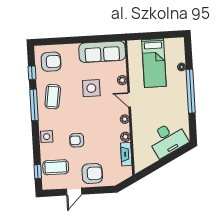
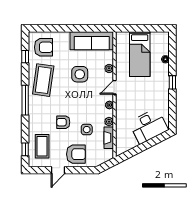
window: (191, 91) -> (172, 82), width x0.32
coffee table: (53, 97) -> (43, 80), width x1.36, depth x1.32
door: (129, 100) -> (115, 87), hinge flipped
window: (34, 105) -> (25, 100), moved
side table: (47, 137) -> (87, 130), moved
coffee table: (56, 167) -> (42, 146), turned 90

